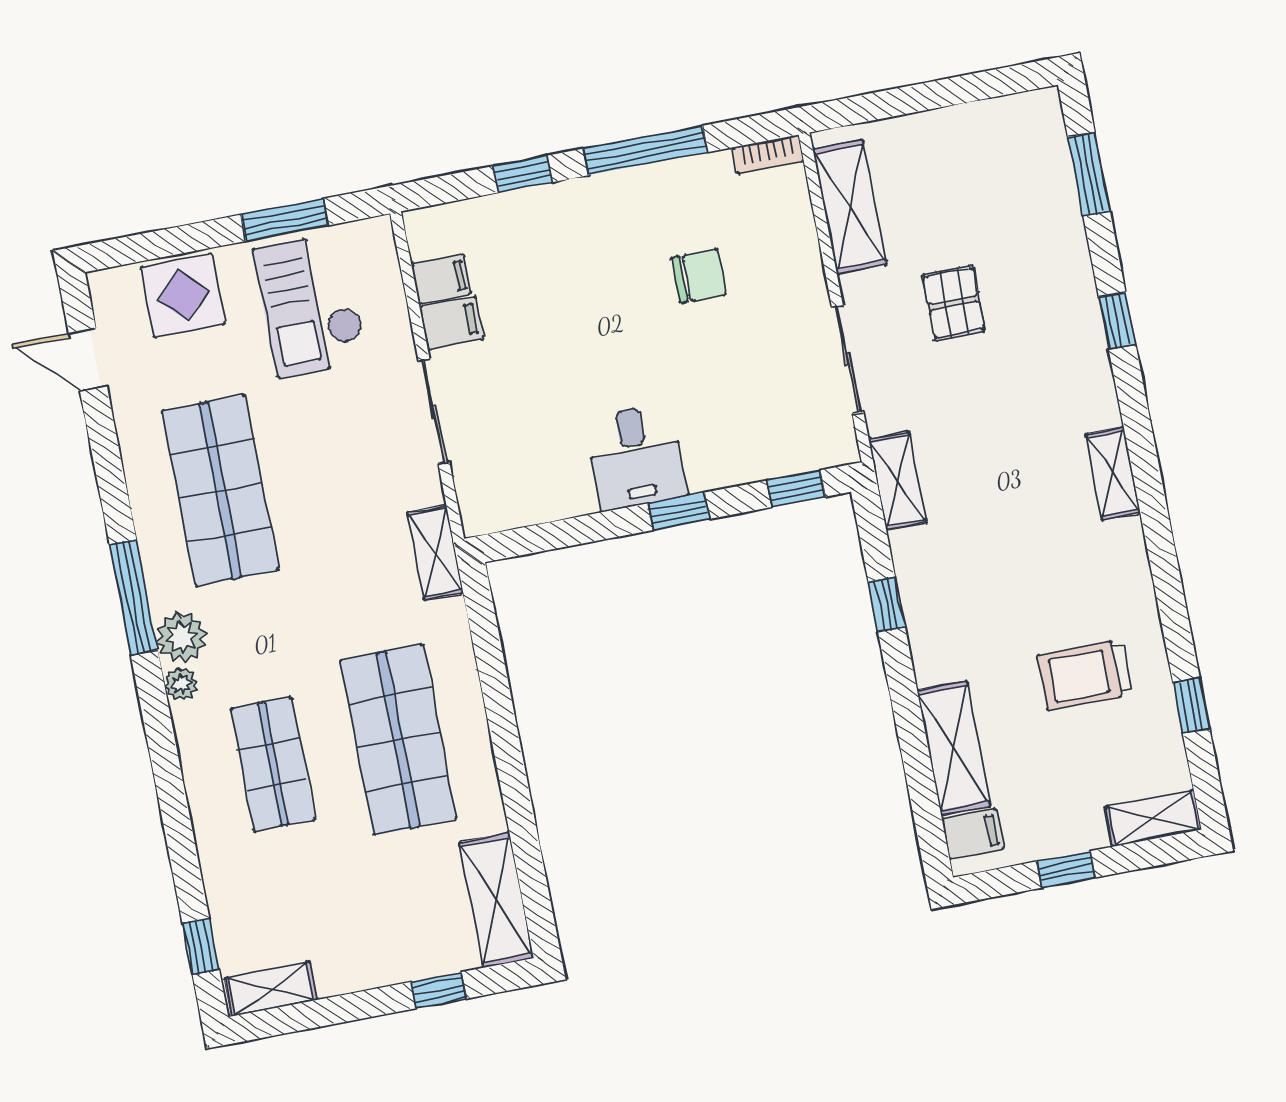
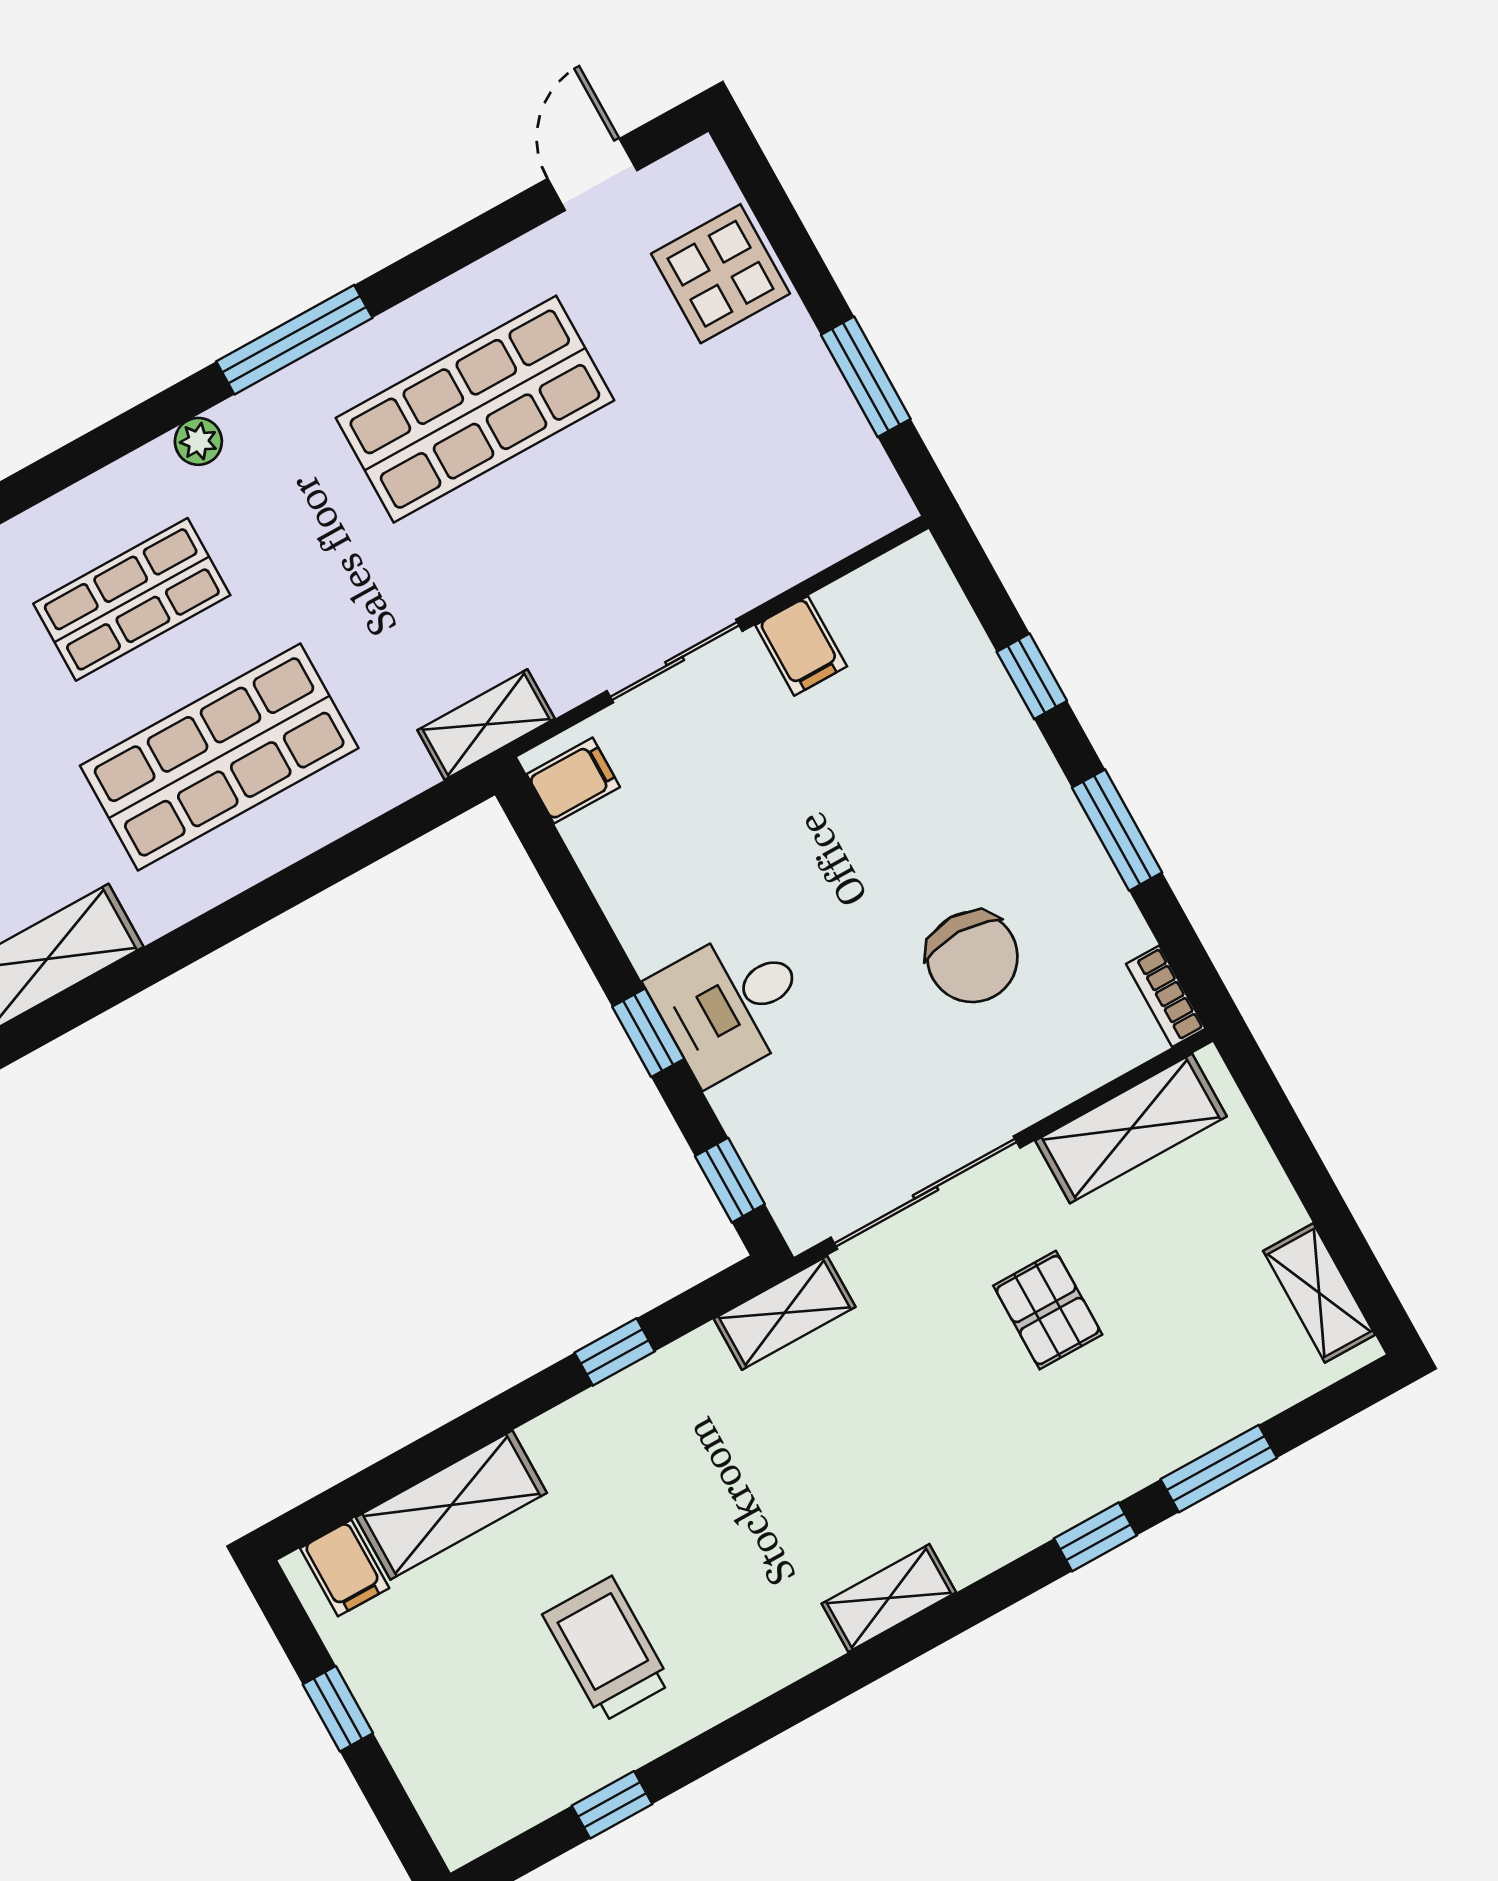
window: (645, 150) -> (1117, 830), width x0.69
window: (1089, 174) -> (1219, 1469), moved
chair: (699, 276) -> (972, 957), width x1.37, depth x1.37
filing cabinet: (441, 279) -> (573, 781), moved, turned -90
pallet: (954, 303) -> (1048, 1310), turned 90
checkout: (310, 305) -> (763, 449), removed
sliding door: (848, 359) -> (925, 1193), width x1.37
desk: (636, 457) -> (731, 1004), moved
plant: (181, 637) -> (261, 421), removed
shelving: (1153, 818) -> (1319, 1293), moved

